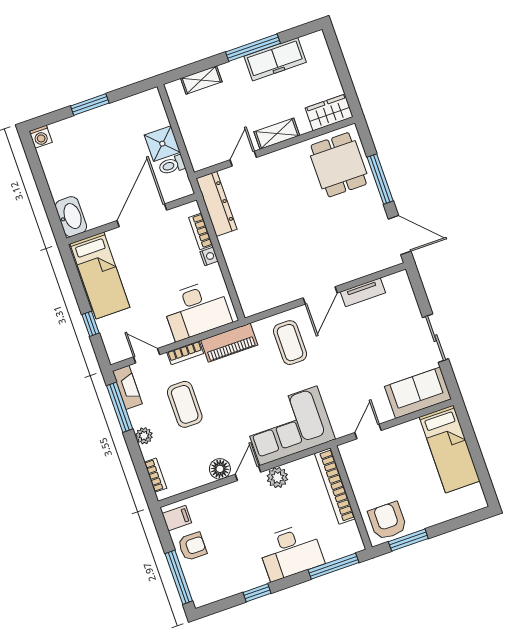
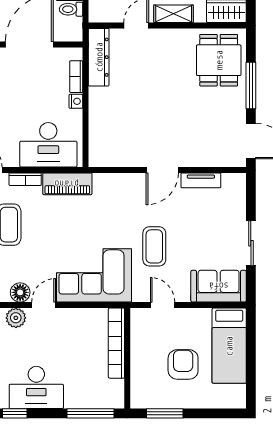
coffee table: (290, 343) -> (154, 246), moved
door: (368, 431) -> (163, 305), hinge flipped
plant: (277, 478) -> (16, 318), moved
armchair: (387, 521) -> (183, 364), moved
desk: (291, 552) -> (36, 387), moved

